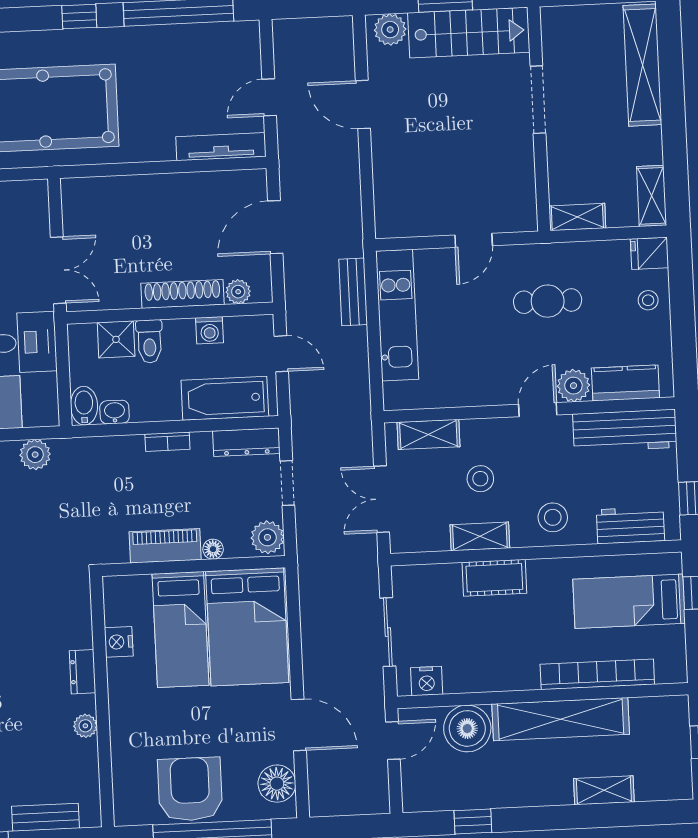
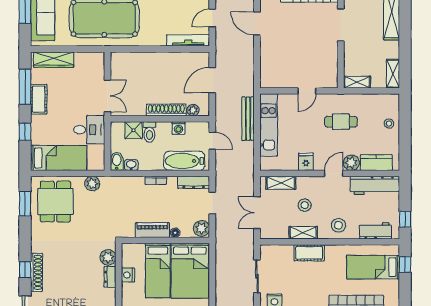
fridge: (649, 253) -> (306, 162), moved, turned 90
bench: (353, 292) -> (248, 119), width x1.36
plant: (75, 607) -> (108, 257), added
dresser: (83, 672) -> (110, 277), moved

